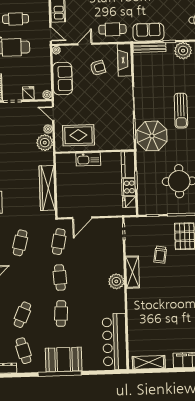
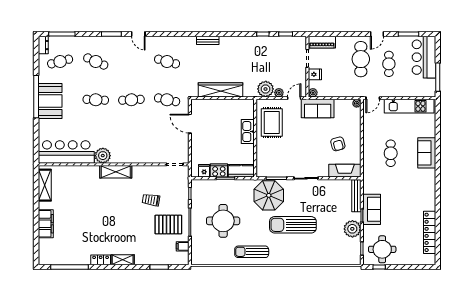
cafe table: (112, 29) -> (391, 153), moved
sofa: (148, 32) -> (372, 209), moved
door: (85, 44) -> (362, 132), removed
sofa: (63, 78) -> (318, 109), moved
sun lounger: (181, 111) -> (293, 225), width x1.36, depth x1.34
shelving: (132, 272) -> (116, 172), moved
plant: (116, 281) -> (103, 156), moved

